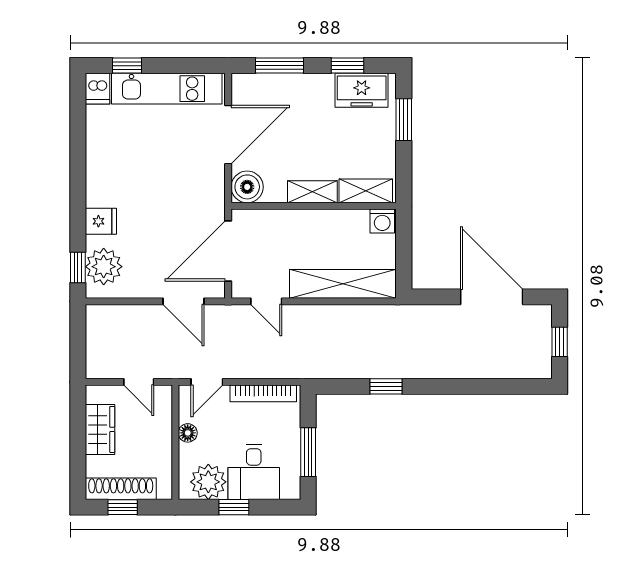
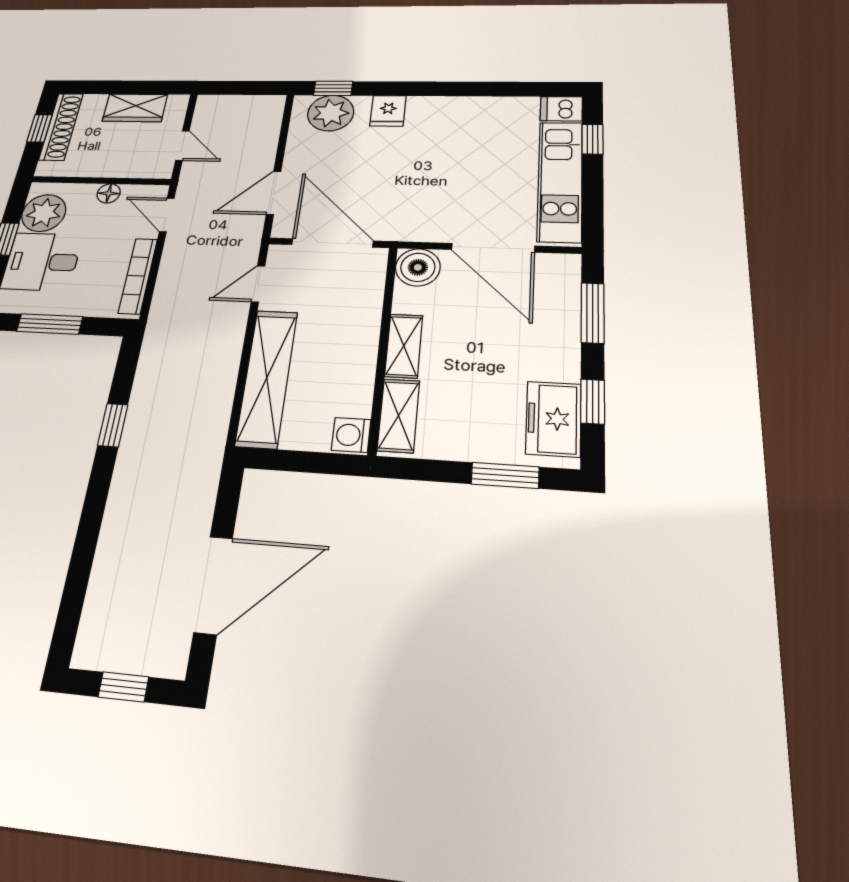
door: (139, 382) -> (182, 146), swing flipped

